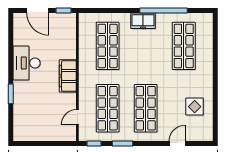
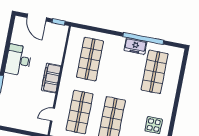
freezer: (143, 21) -> (135, 46), moved

